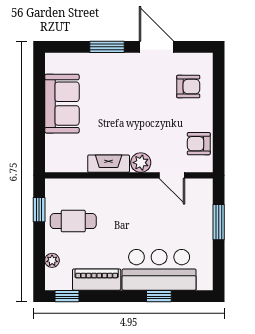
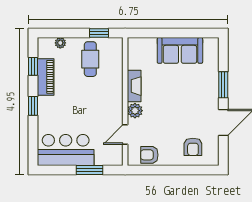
armchair: (199, 144) -> (149, 155), turned -90
bar counter: (159, 270) -> (66, 150), moved, turned -90
window: (67, 296) -> (33, 66), moved
window: (159, 296) -> (33, 106), moved

